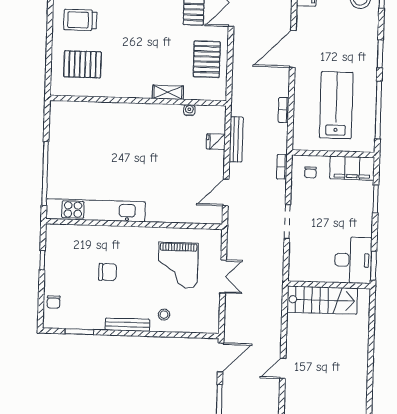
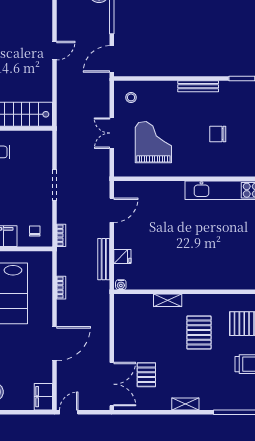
pallet: (207, 59) -> (199, 333), moved
water cooler: (189, 110) -> (121, 285), moved
stool: (164, 315) -> (131, 97), moved

